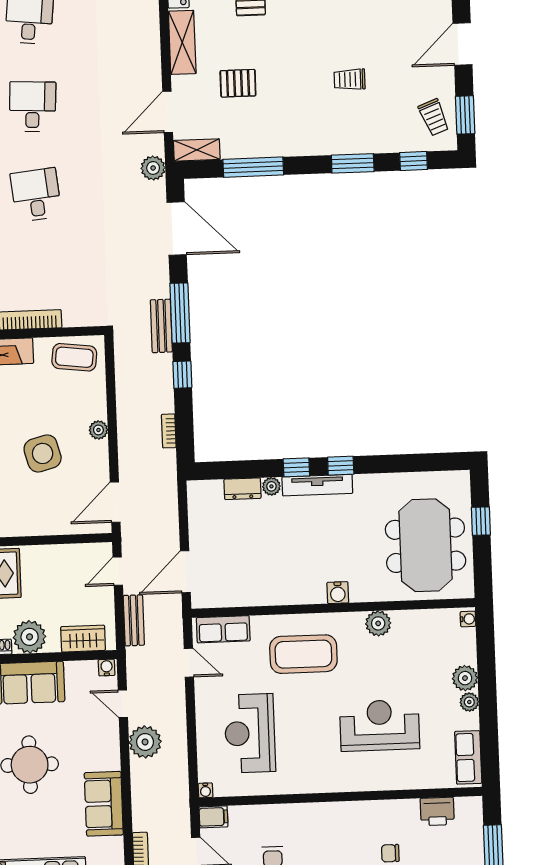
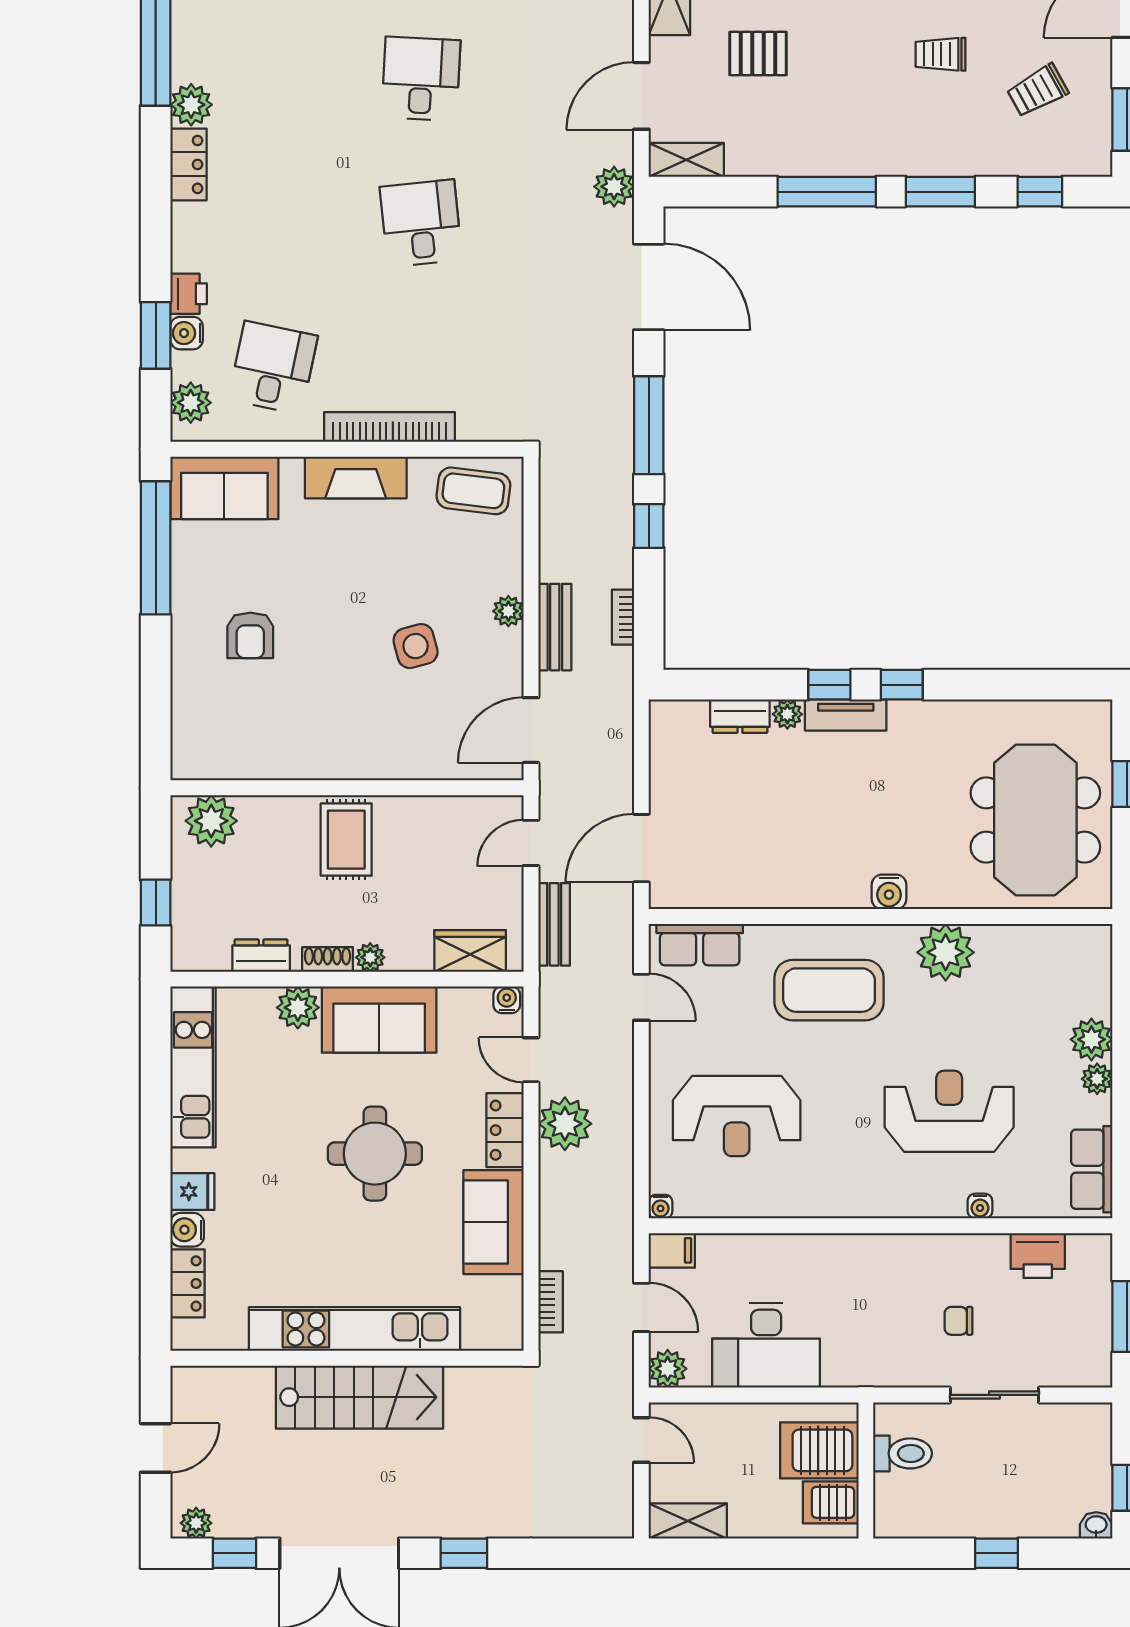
trolley: (434, 117) -> (1038, 91), moved, turned 82
window: (253, 167) -> (827, 192), moved
bench: (161, 326) -> (555, 627), moved
side table: (43, 453) -> (416, 646), width x0.73, depth x0.73
tv unit: (317, 485) -> (846, 715), width x0.71
water cooler: (468, 619) -> (980, 1206), moved, turned 90
plant: (378, 623) -> (946, 952), width x1.36, depth x1.36
plant: (30, 637) -> (370, 957), width x0.53, depth x0.53
reception desk: (250, 733) -> (737, 1116), turned -90
locker: (109, 747) -> (505, 1130), added

